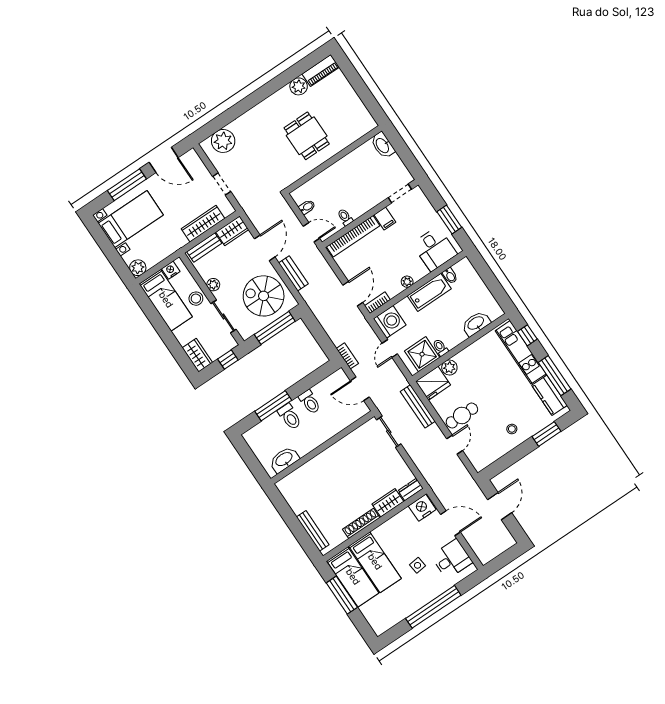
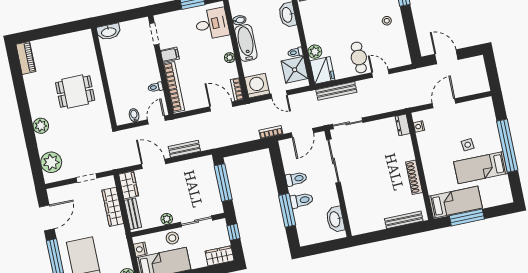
plant: (299, 86) -> (41, 126), moved
spiral stairs: (264, 296) -> (193, 181), removed
sliding door: (344, 433) -> (334, 161), added
wardrobe: (388, 503) -> (406, 148), removed
nightstand: (422, 508) -> (419, 126), width x0.53, depth x0.56
desk: (452, 559) -> (474, 114), removed
bed: (375, 562) -> (481, 168), moved, turned 180

